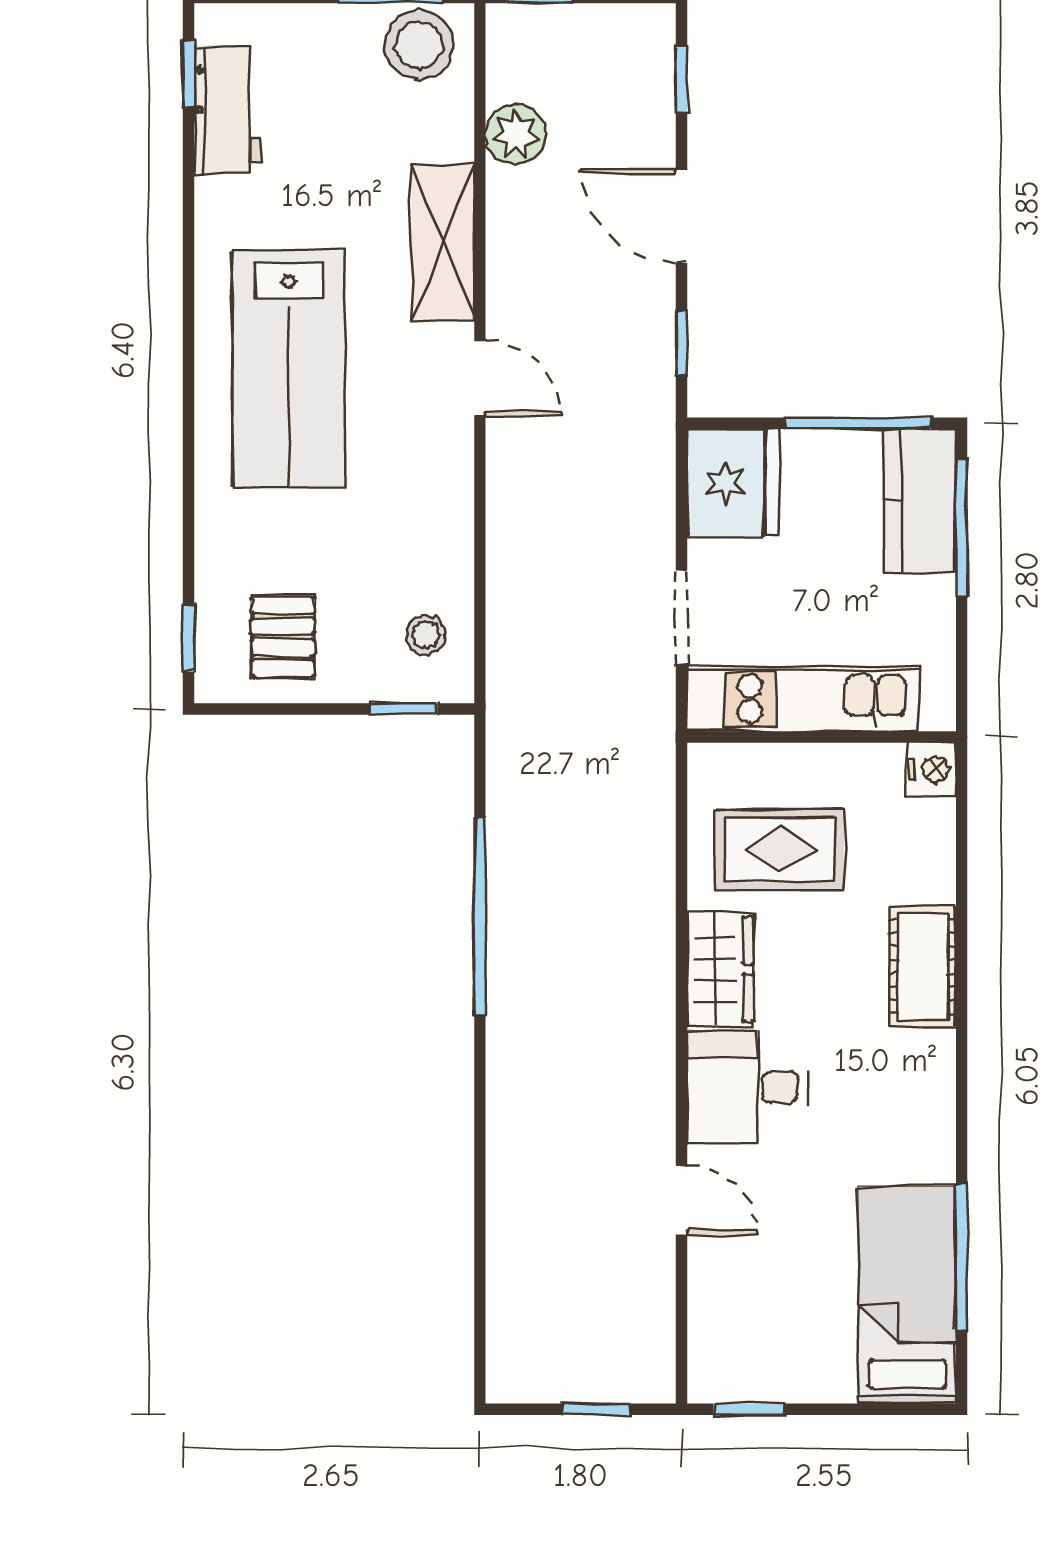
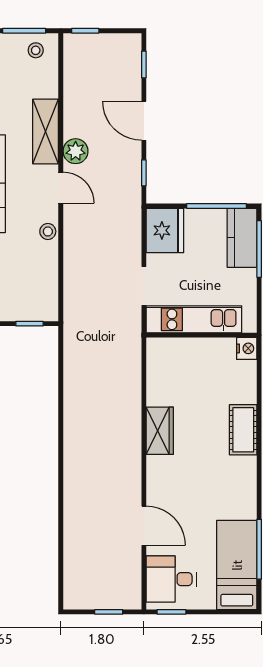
stool: (419, 45) -> (36, 50), width x0.53, depth x0.53
plant: (516, 134) -> (76, 151), moved
stool: (426, 635) -> (48, 231), moved
rug: (780, 850) -> (184, 381), removed
window: (480, 916) -> (61, 409), removed
desk: (748, 1087) -> (171, 579), moved
door: (682, 1200) -> (144, 526), width x1.38

